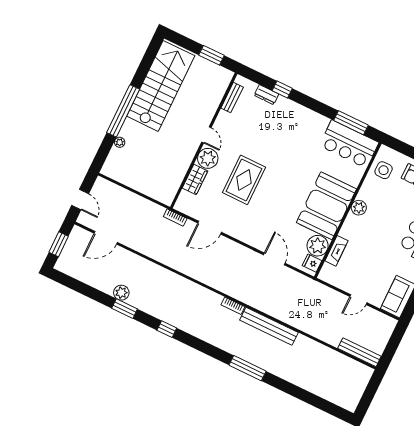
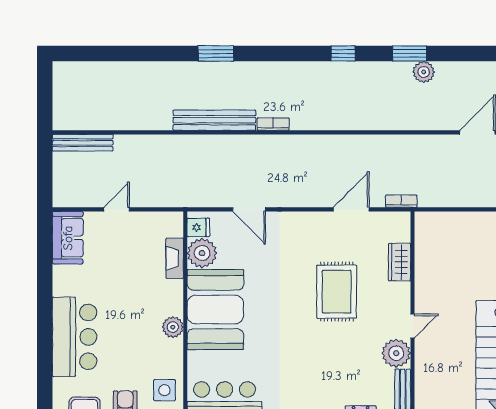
door: (206, 135) -> (412, 326), swing flipped
plant: (208, 158) -> (396, 353), moved
window: (248, 368) -> (216, 53), width x0.69

